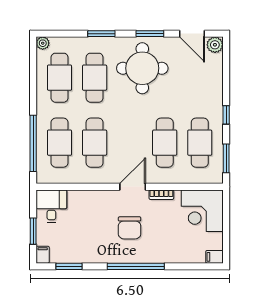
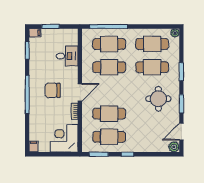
round table: (142, 68) -> (158, 99), width x0.73, depth x0.73
door: (133, 187) -> (80, 92), hinge flipped
desk: (51, 206) -> (67, 56), moved

